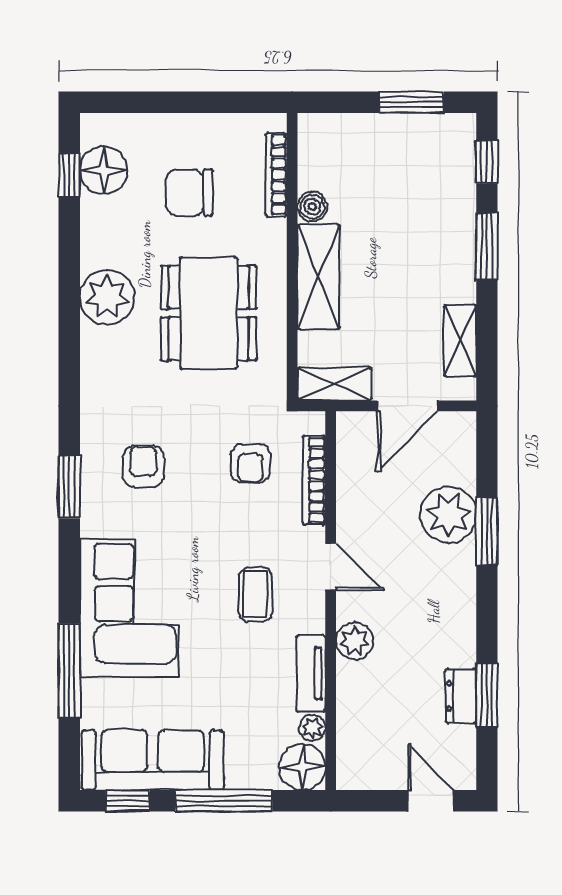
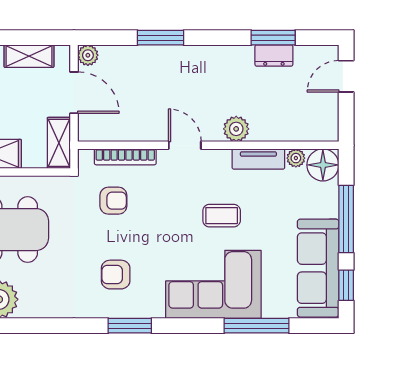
plant: (448, 515) -> (88, 55), moved, width x0.53, depth x0.53
door: (331, 567) -> (185, 145), hinge flipped
coffee table: (255, 595) -> (222, 216), moved

